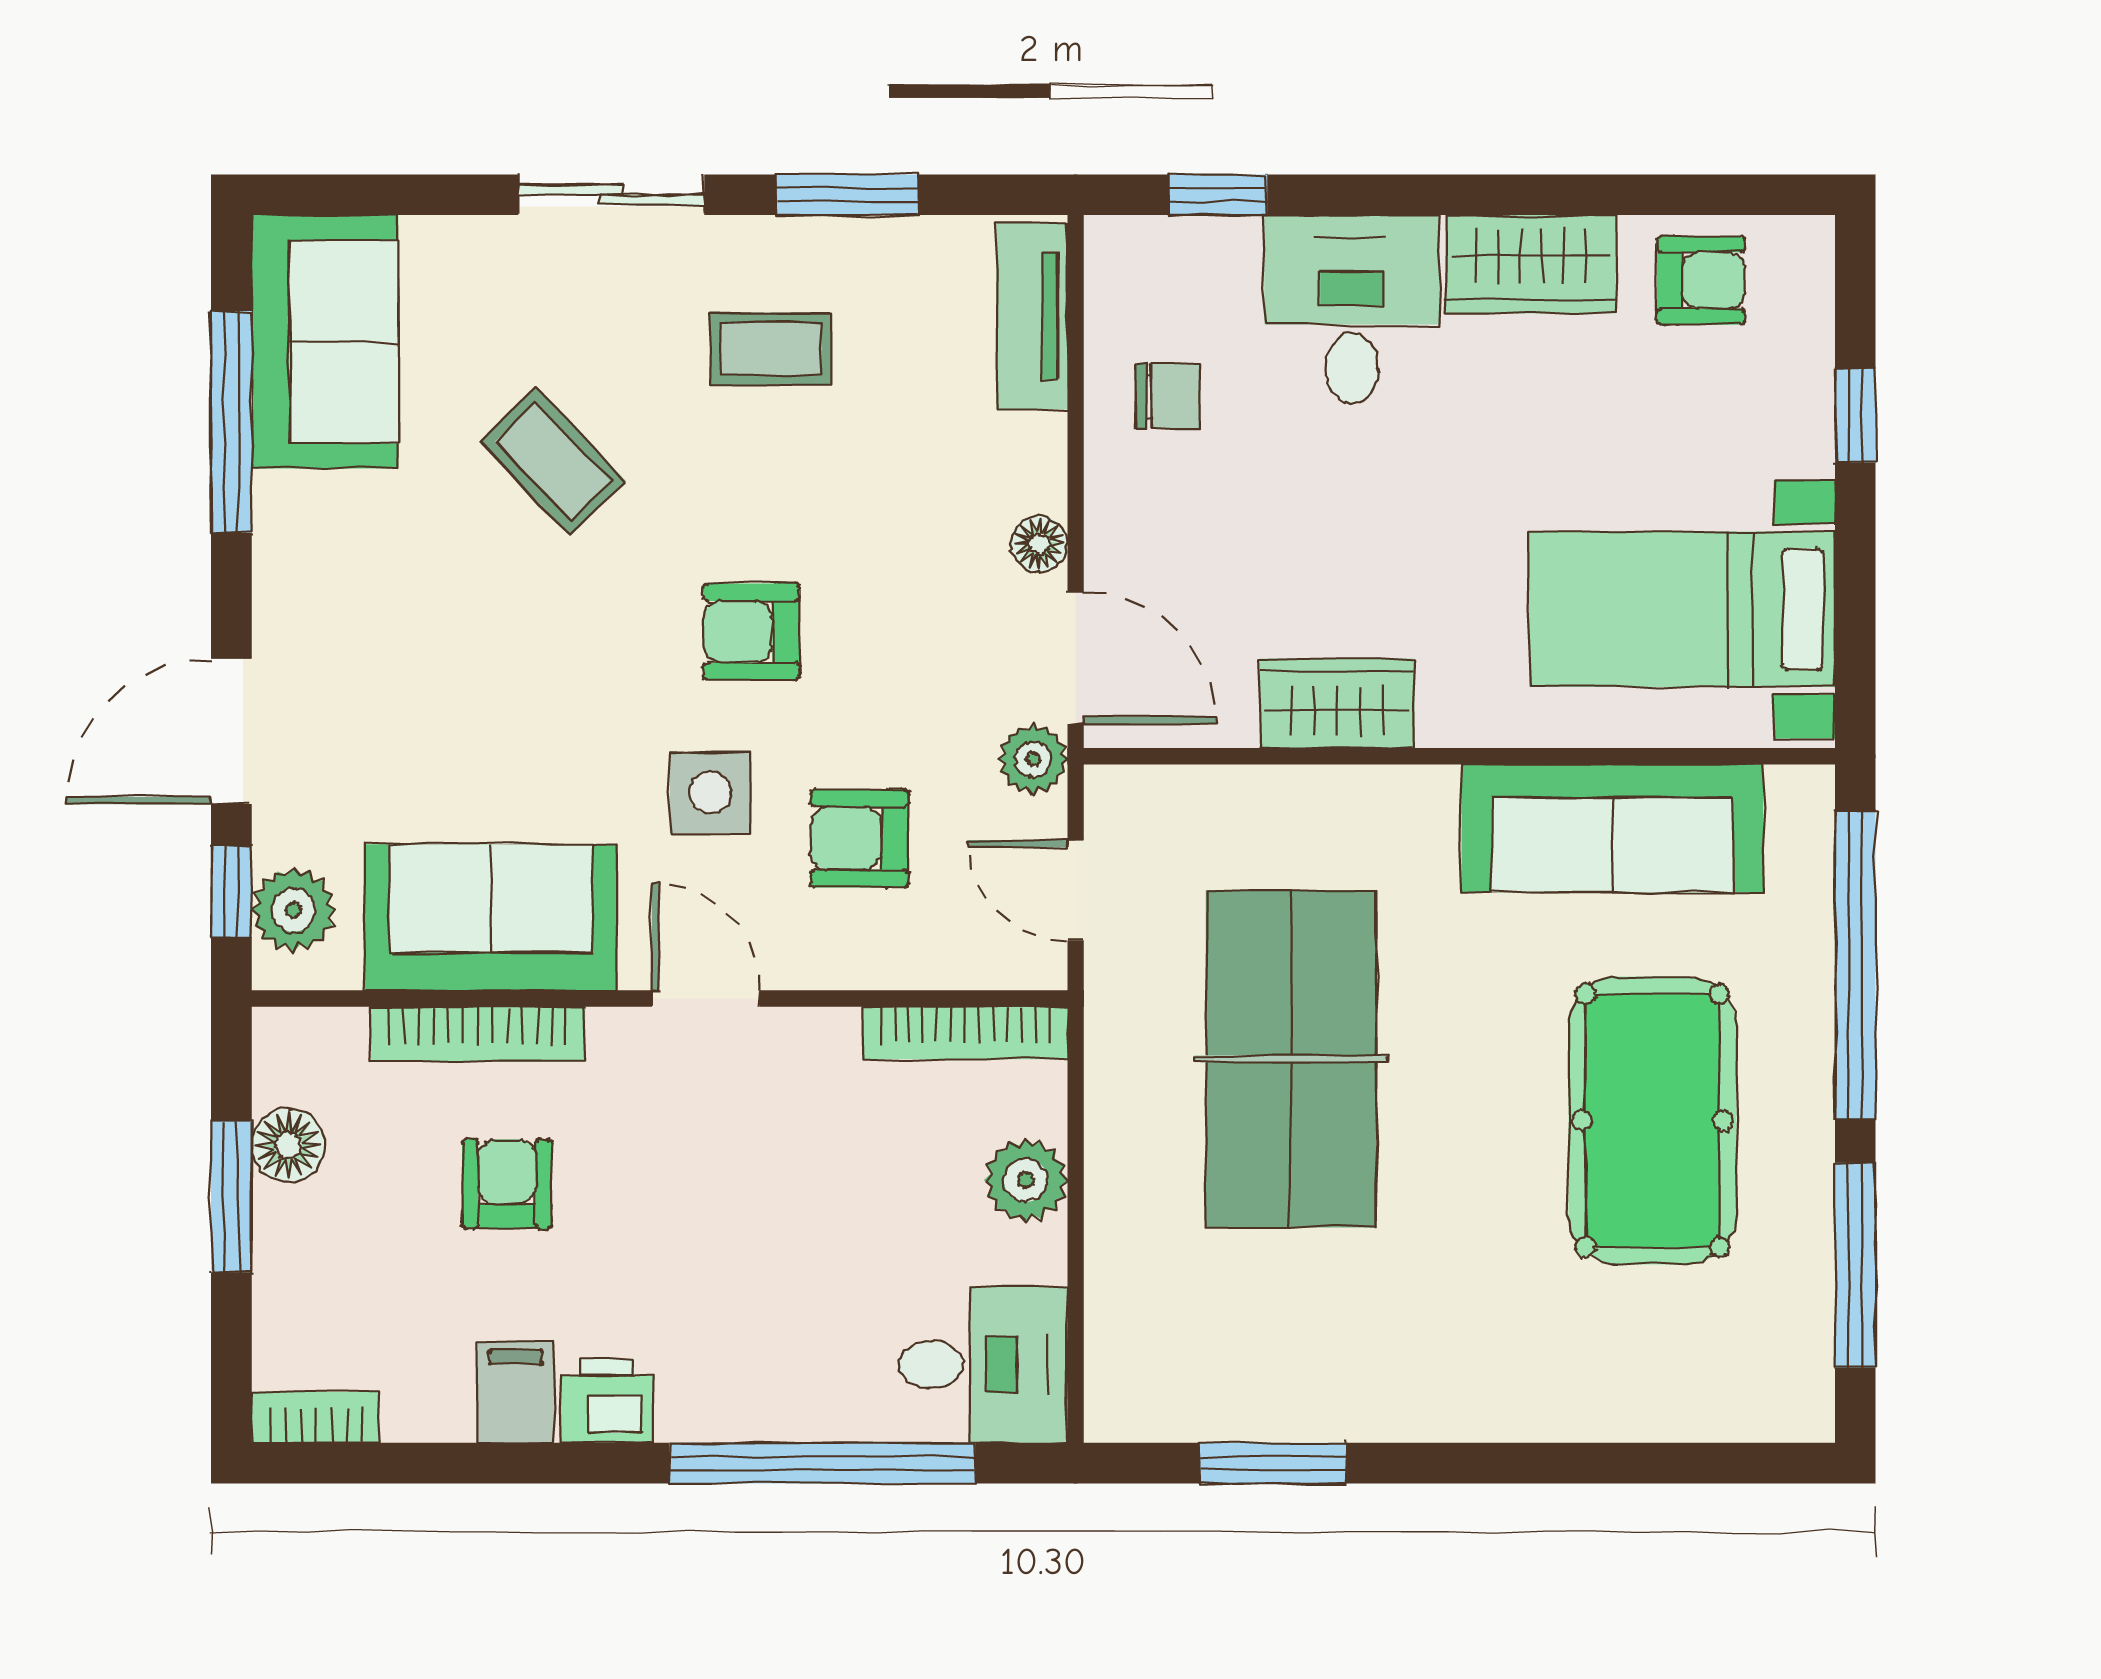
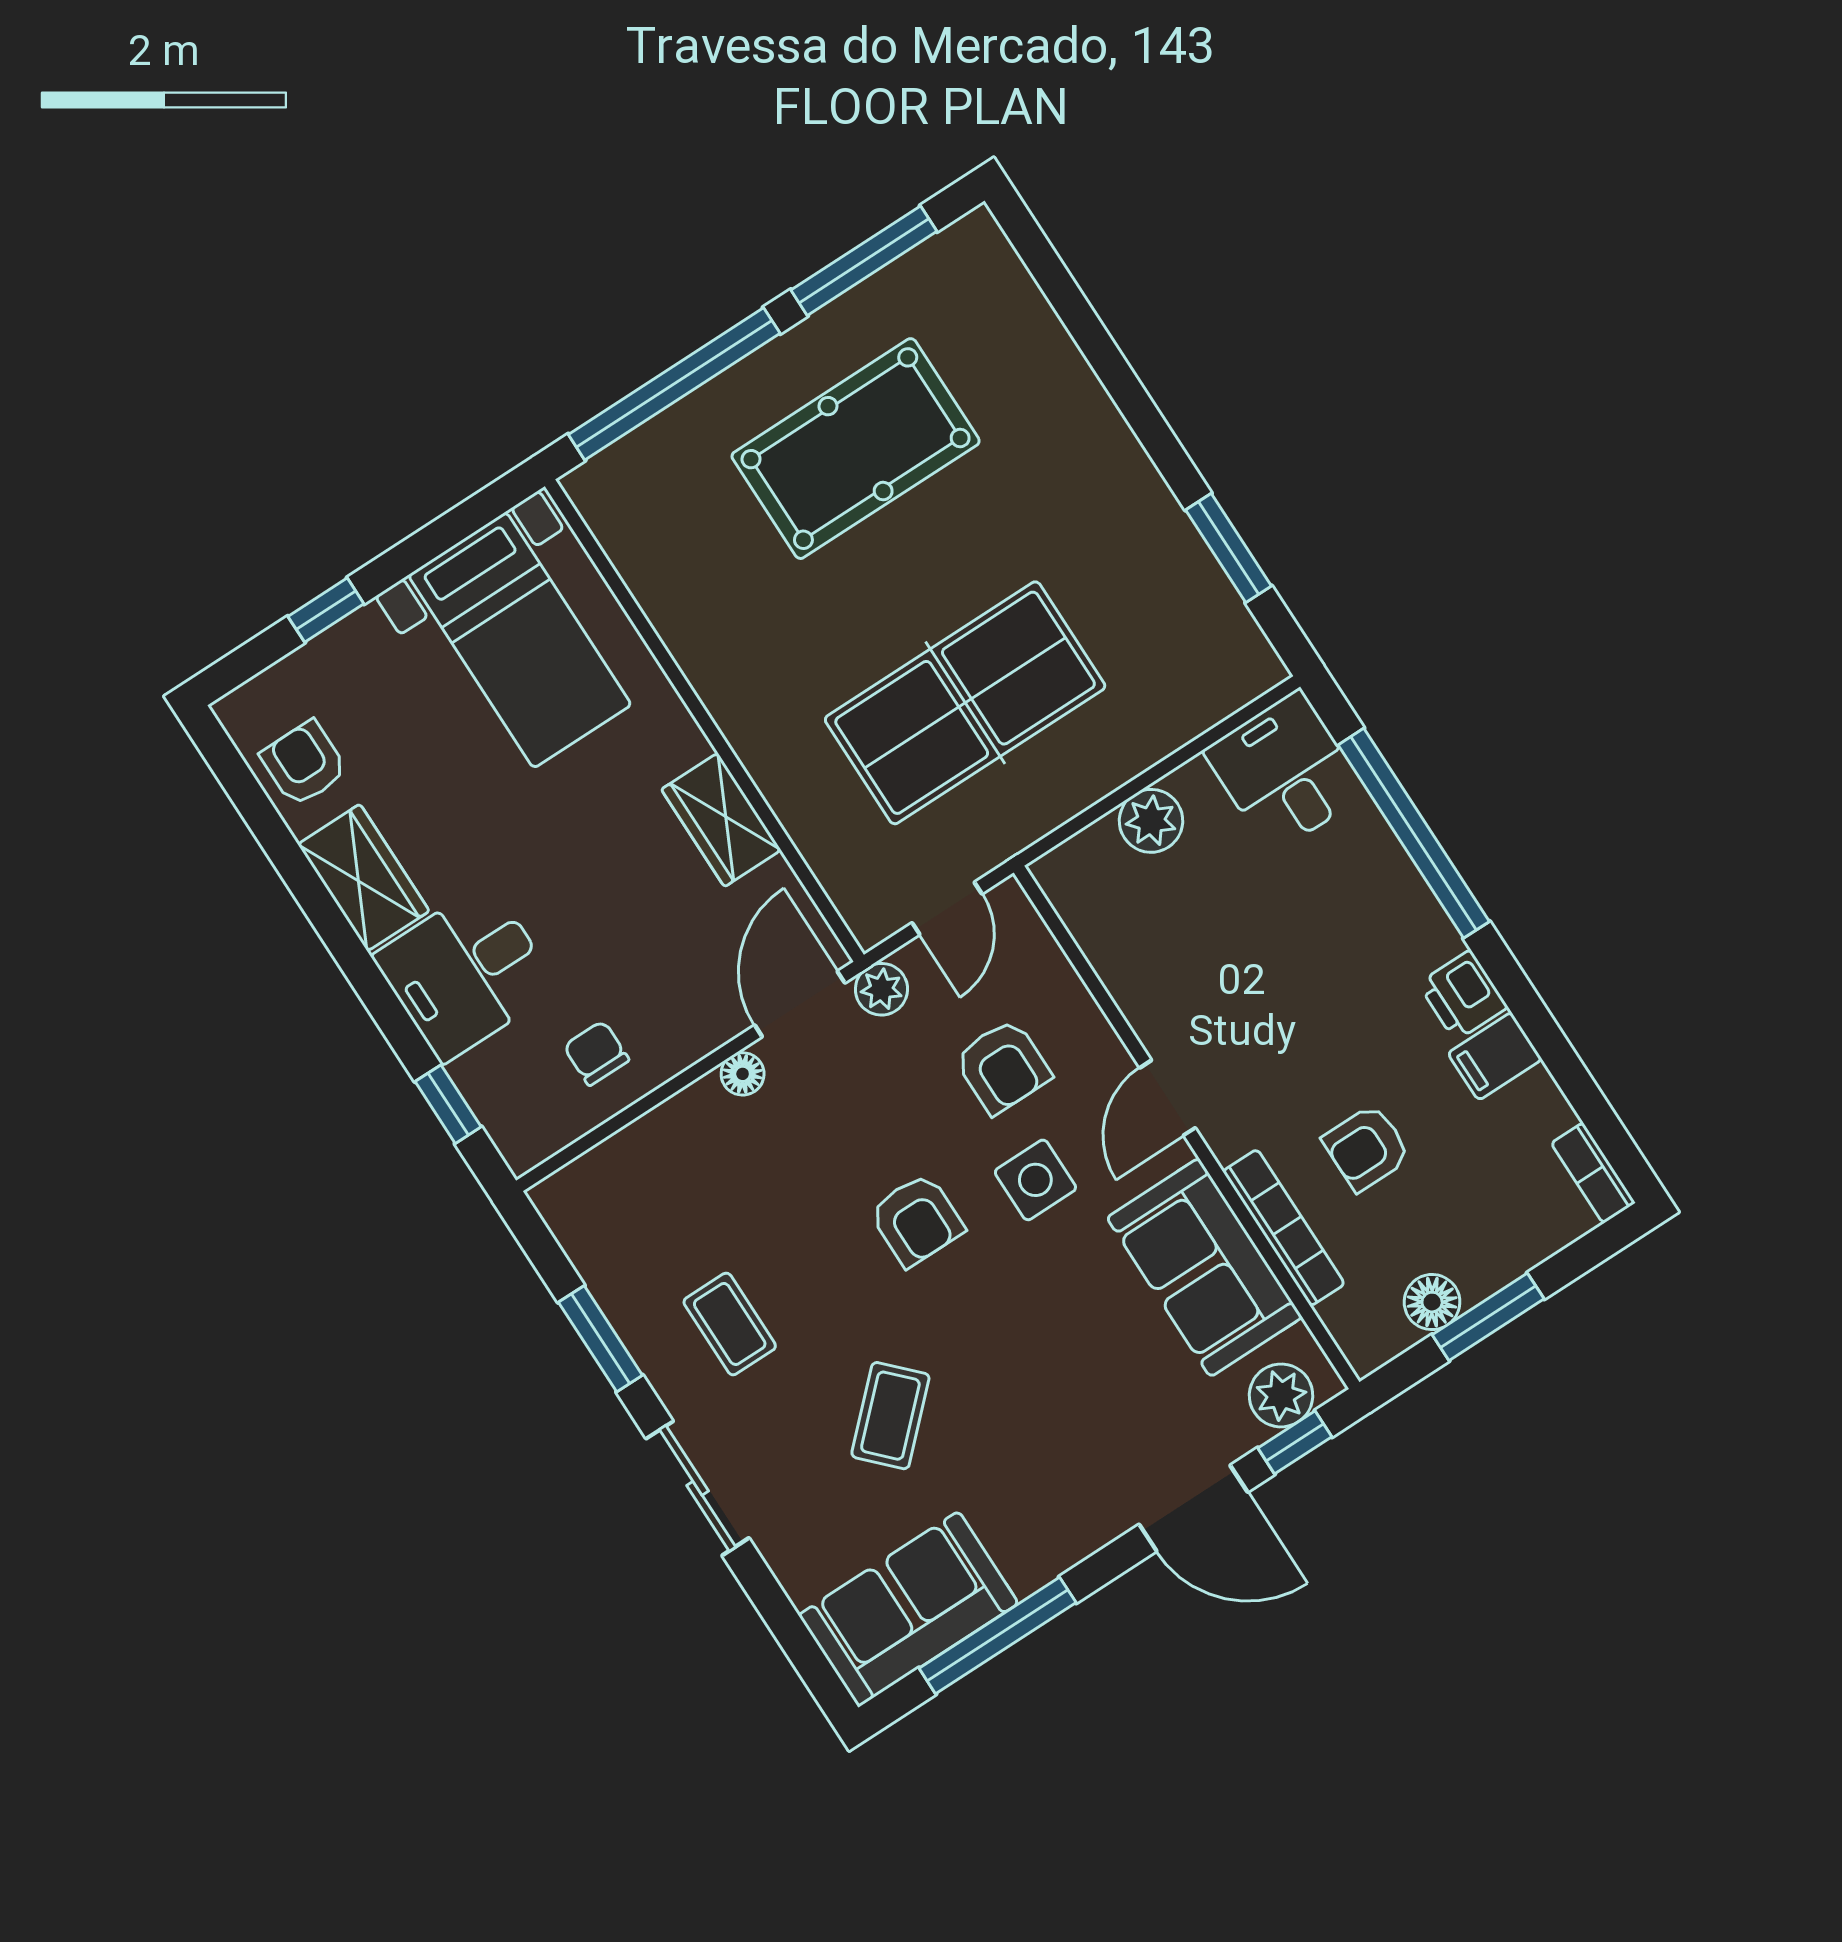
tv unit: (1032, 316) -> (602, 1172), removed
sofa: (1612, 828) -> (687, 594), removed
bookcase: (965, 1033) -> (1083, 920), removed

